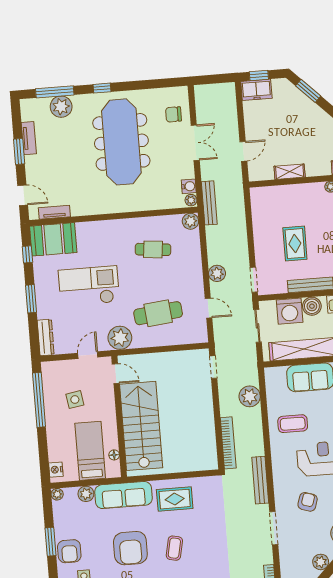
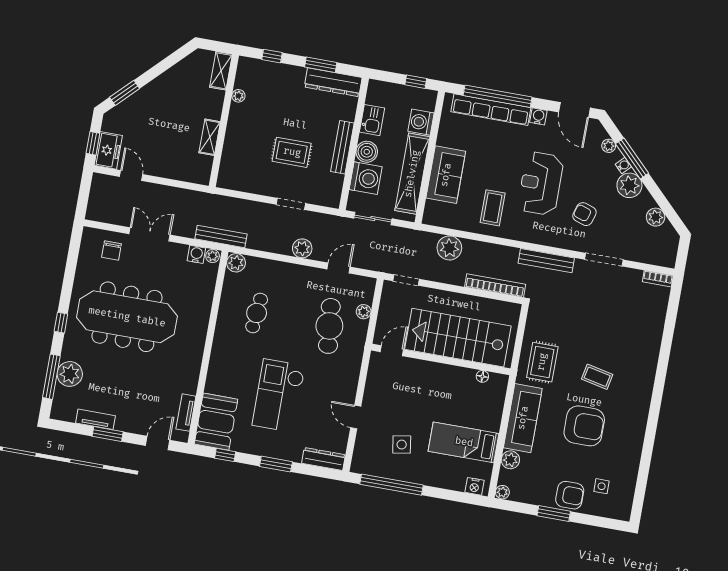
door: (243, 151) -> (131, 175), moved
doorway: (254, 280) -> (291, 204), moved
plant: (120, 338) -> (364, 312), moved, width x0.53, depth x0.53
door: (116, 374) -> (392, 351), moved
wall: (119, 416) -> (441, 359), moved
stairs: (141, 426) -> (458, 338), moved
floor lamp: (114, 455) -> (482, 376), moved

